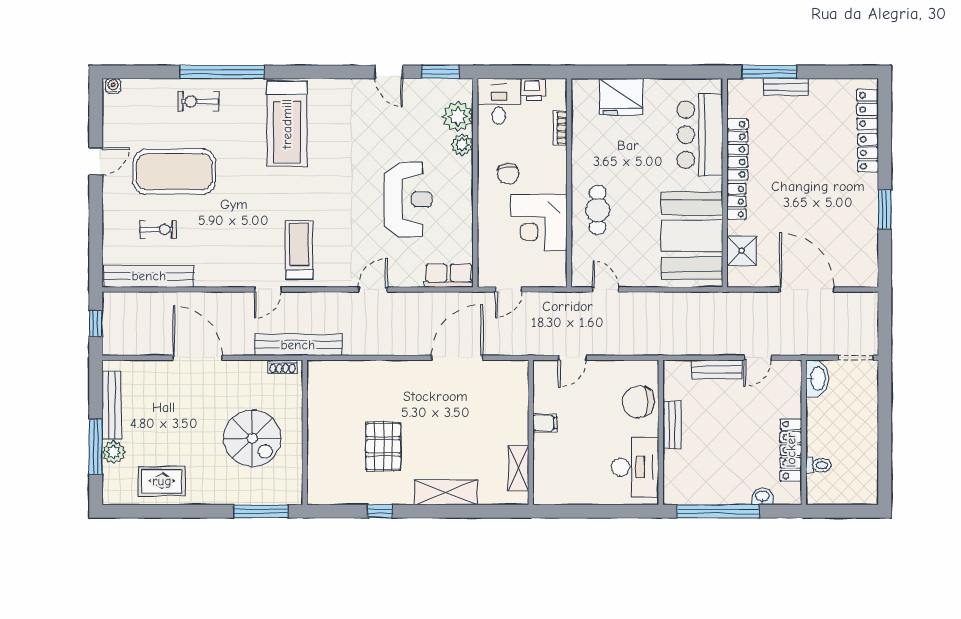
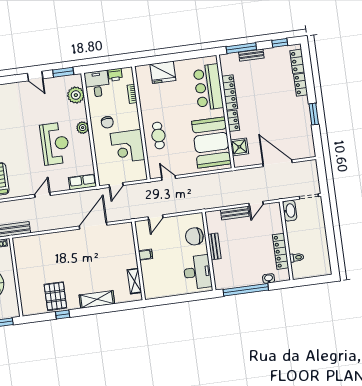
window: (841, 72) -> (280, 43), added
plant: (462, 145) -> (83, 128), moved
pallet: (383, 446) -> (55, 296), moved

